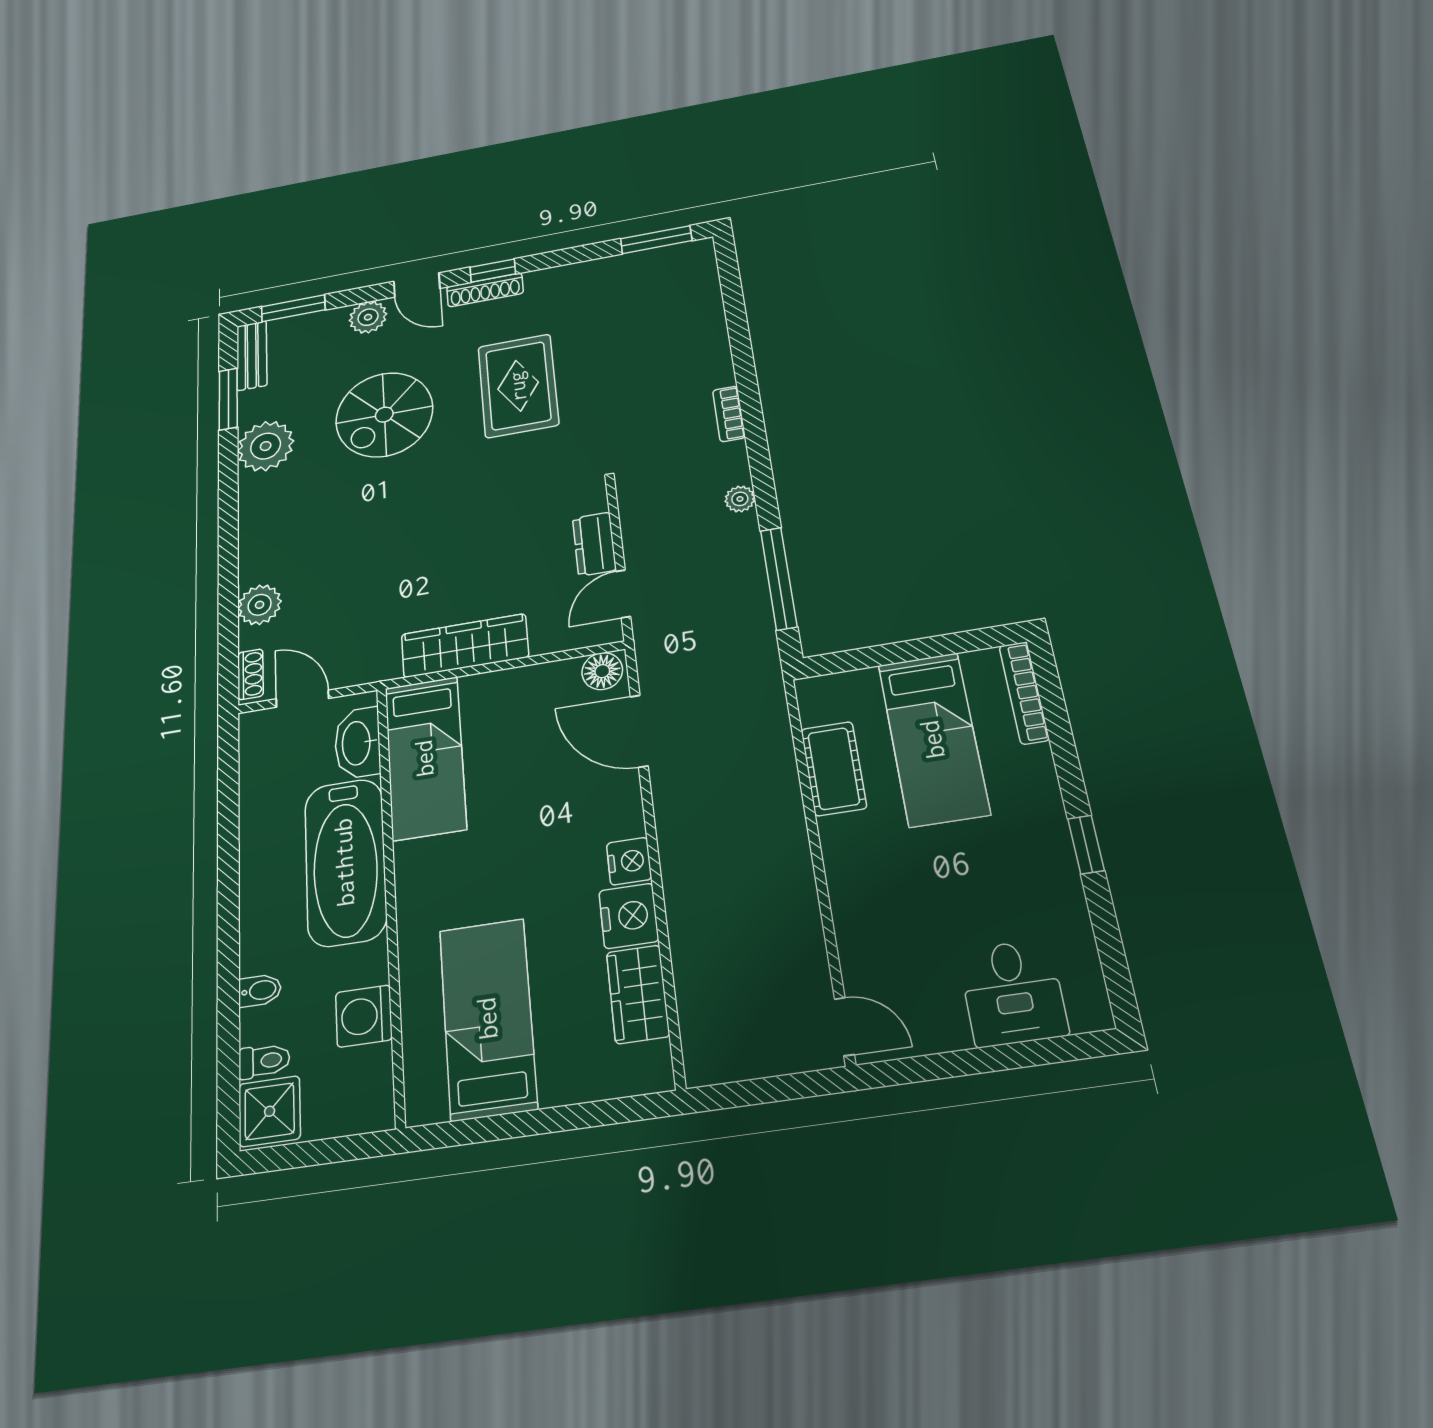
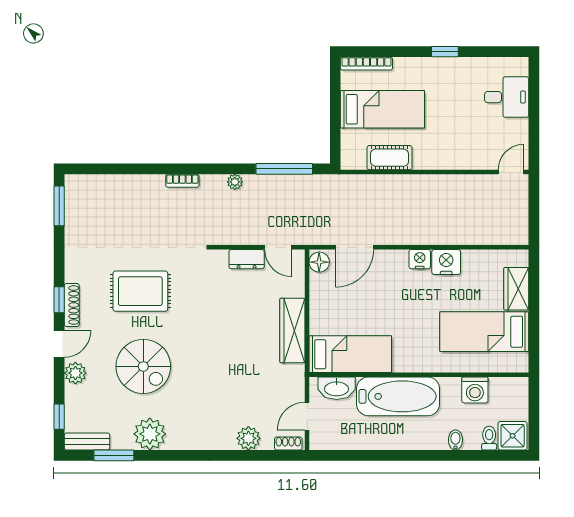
window: (293, 308) -> (59, 417), width x0.67
wardrobe: (638, 994) -> (516, 289), moved, turned 90

